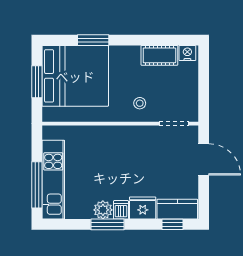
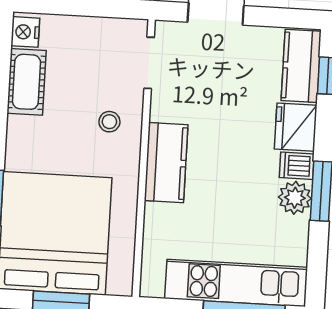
kitchen counter: (119, 136) -> (166, 163), added

